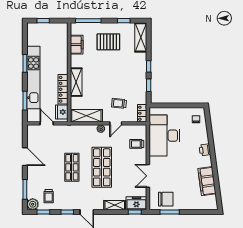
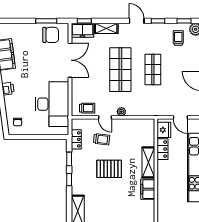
pallet: (108, 42) -> (109, 169), moved
filing cabinet: (77, 45) -> (148, 189), moved
locker: (63, 89) -> (163, 149), width x0.66
locker: (142, 113) -> (76, 139), moved
shelving: (86, 116) -> (137, 126), removed
door: (116, 123) -> (105, 117), swing flipped
trolley: (137, 144) -> (87, 108), moved
double door: (148, 176) -> (70, 60), width x1.37
chair: (166, 199) -> (51, 35), turned 180

